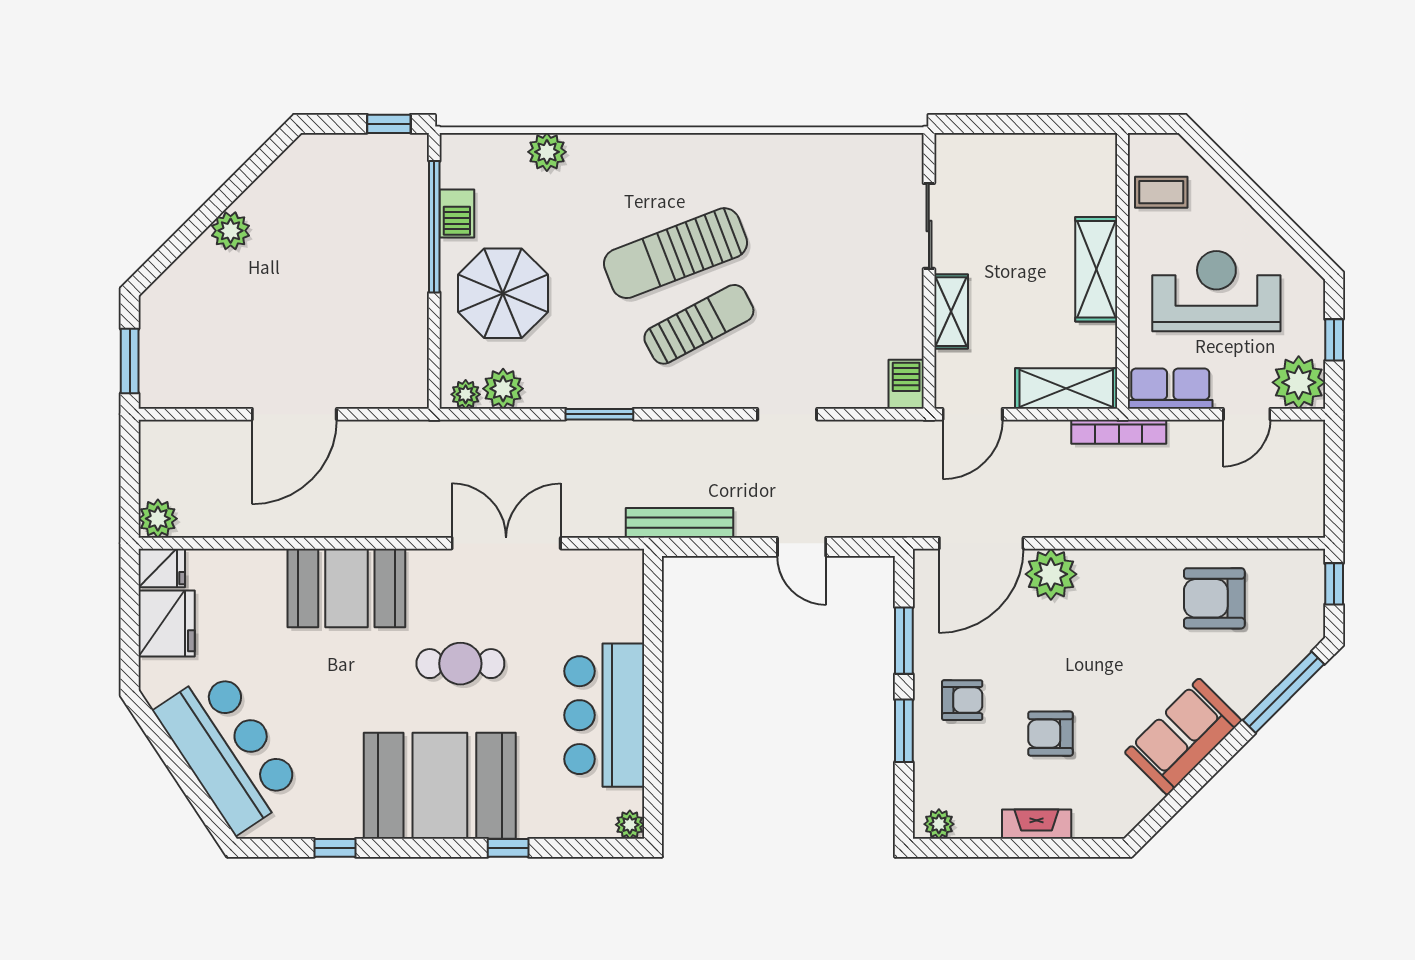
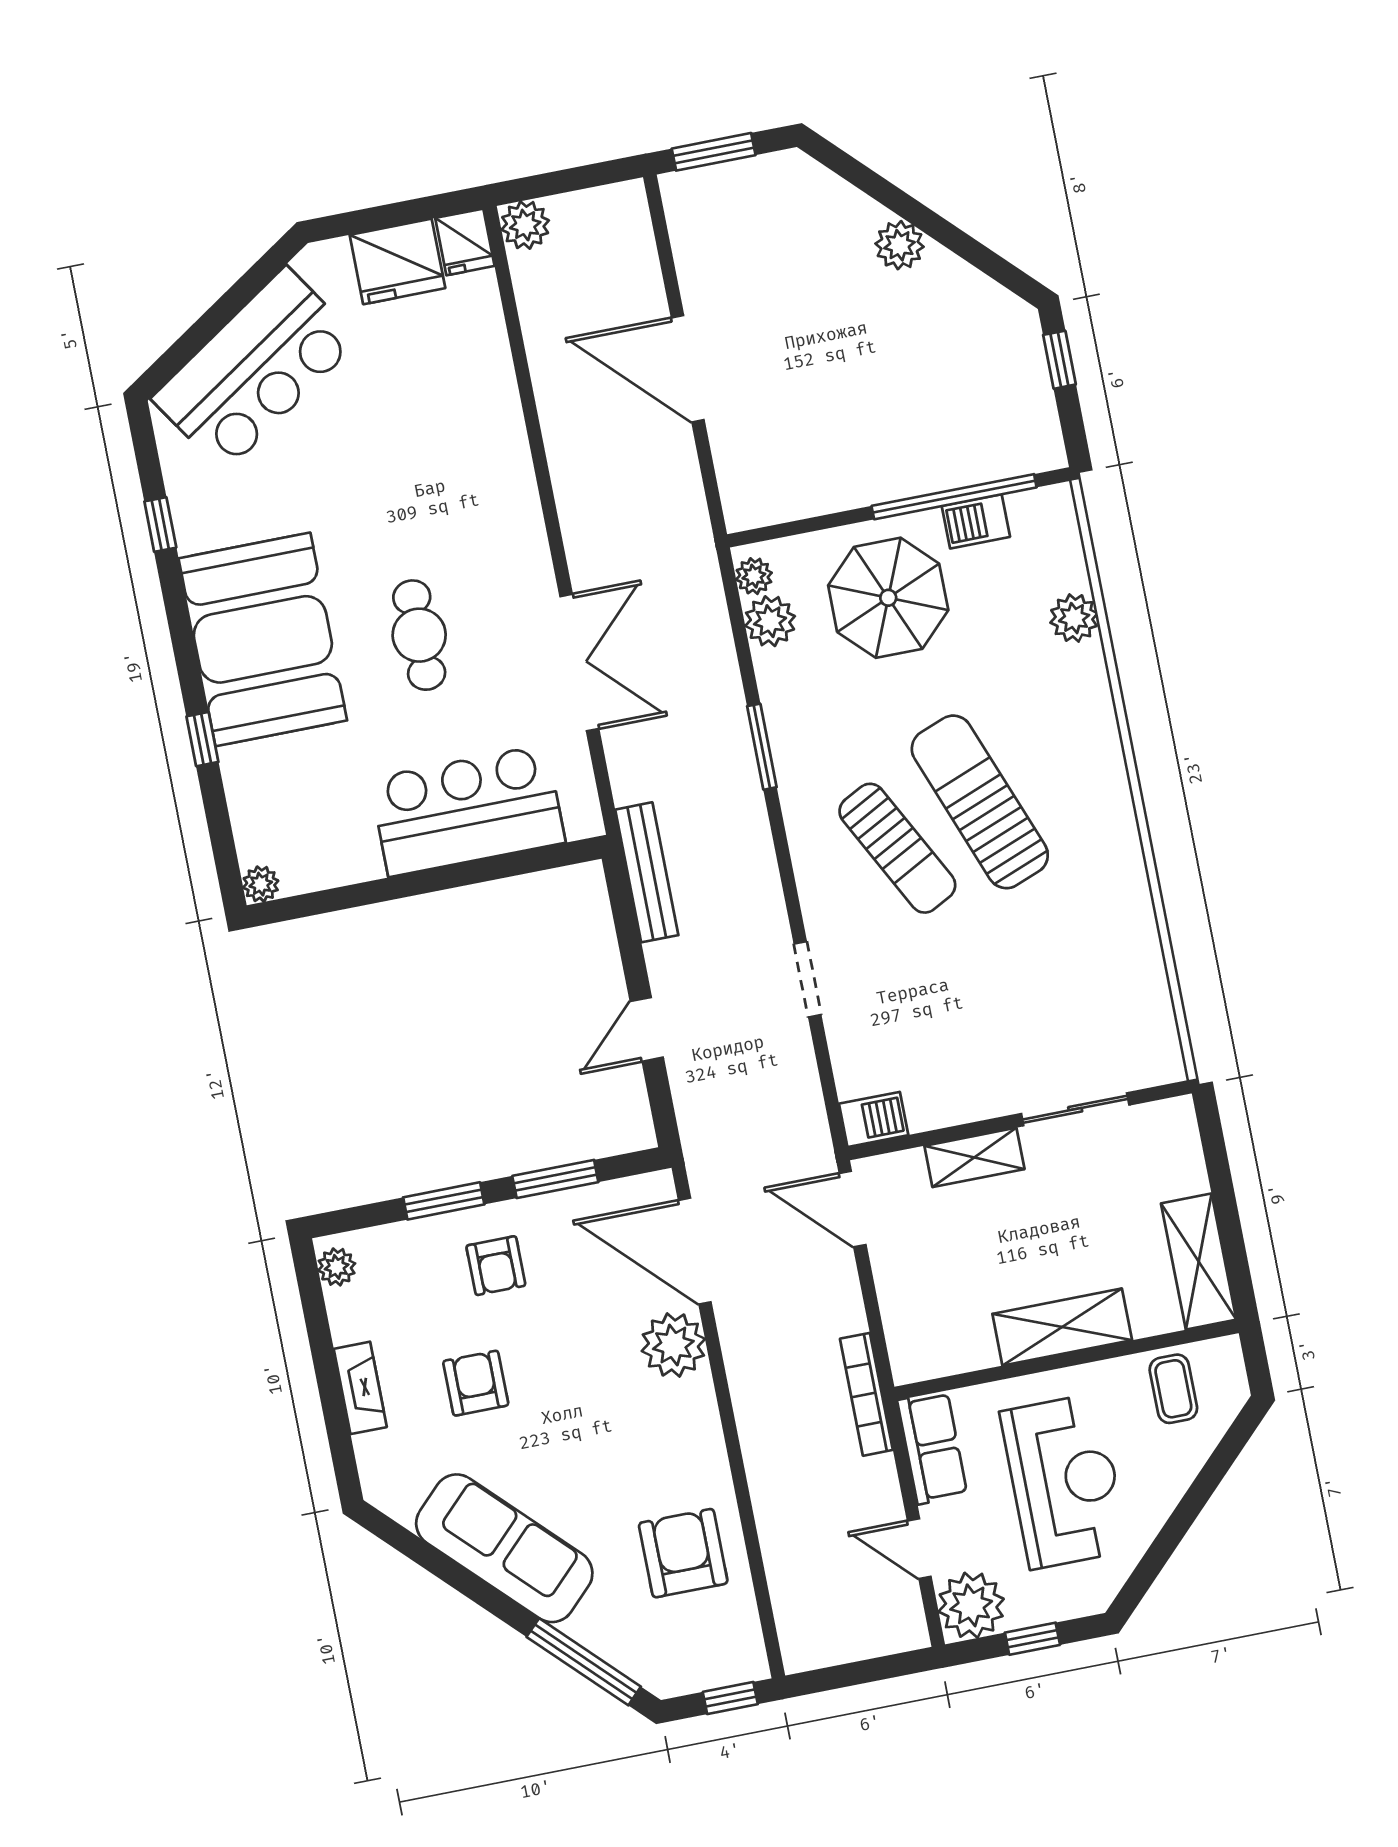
window: (389, 124) -> (1059, 360), moved
shelving: (1066, 388) -> (1199, 1262), moved
booth: (346, 588) -> (485, 476), removed
bar counter: (604, 715) -> (467, 811), moved
sofa: (1183, 737) -> (504, 1548), width x1.36

